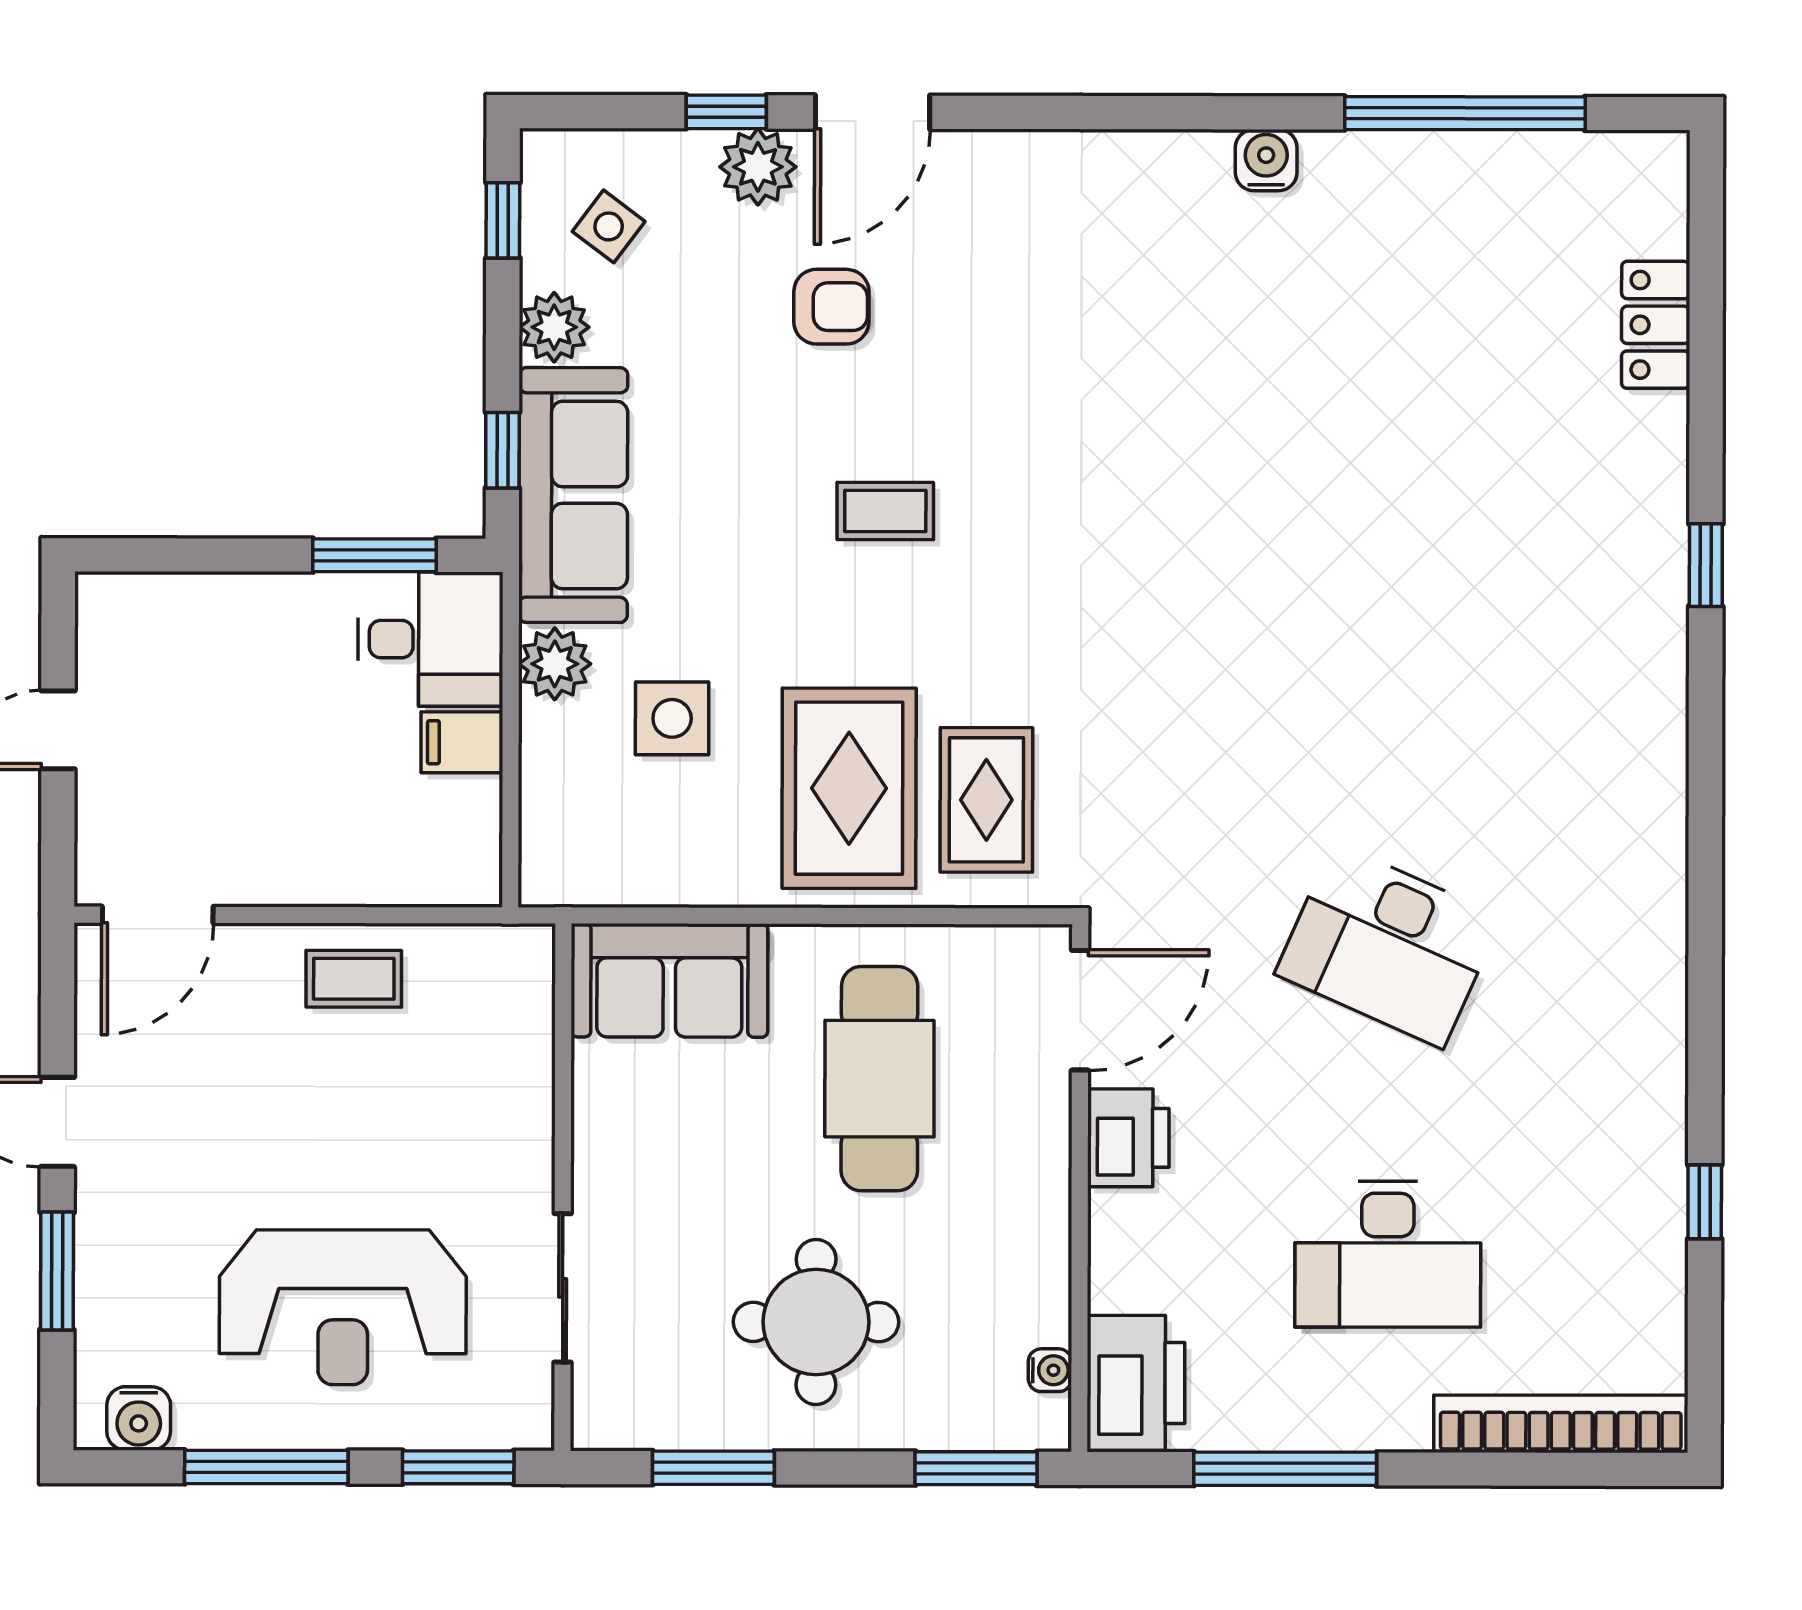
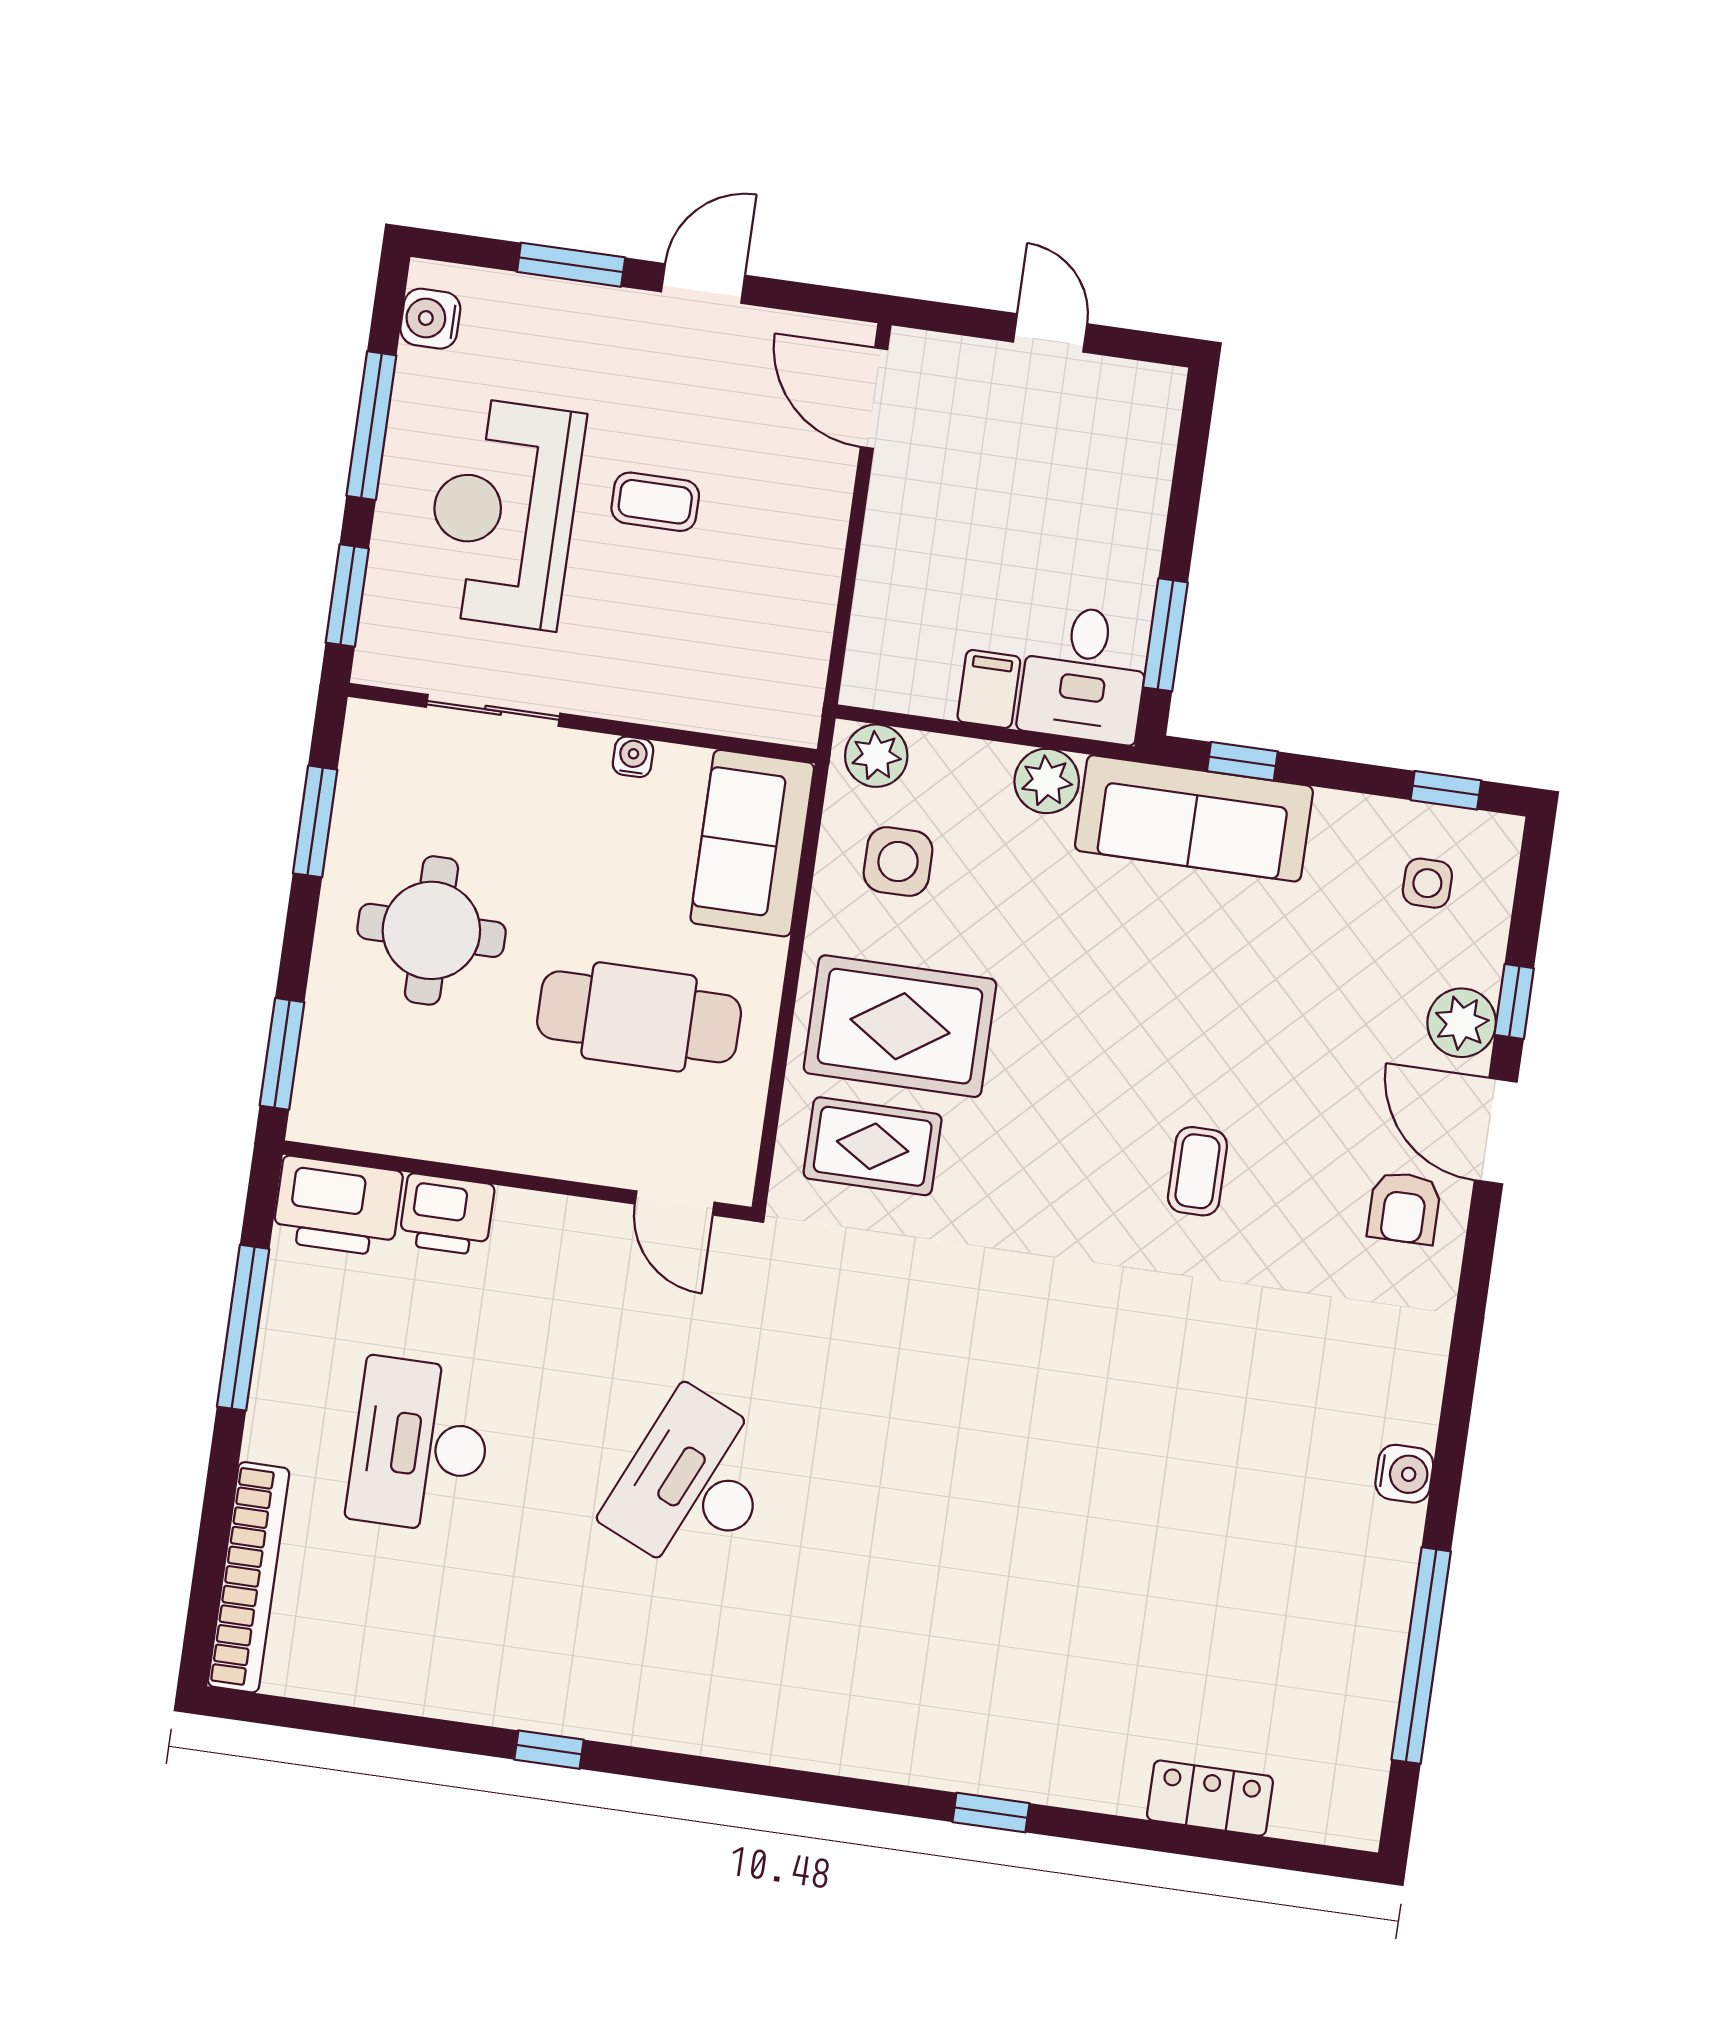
side table: (609, 226) -> (1427, 883), turned -37
armchair: (831, 307) -> (1404, 1208), moved
plant: (554, 327) -> (876, 756), moved
coffee table: (885, 511) -> (1197, 1171), moved
side table: (672, 718) -> (898, 862), moved
coffee table: (354, 979) -> (655, 502), moved, turned 90
door: (1080, 1010) -> (675, 1203), width x0.73
printer: (1128, 1138) -> (447, 1214), moved
window: (1705, 1202) -> (549, 1750), moved
water cooler: (1050, 1370) -> (633, 757), moved, turned 180

